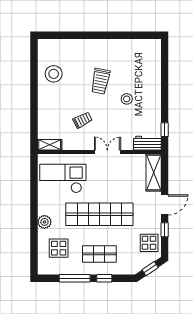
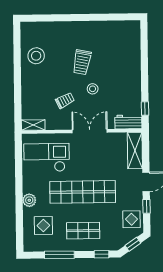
stool: (127, 99) -> (93, 89), moved
double door: (107, 152) -> (90, 131), width x1.37
window: (104, 278) -> (101, 254), moved

